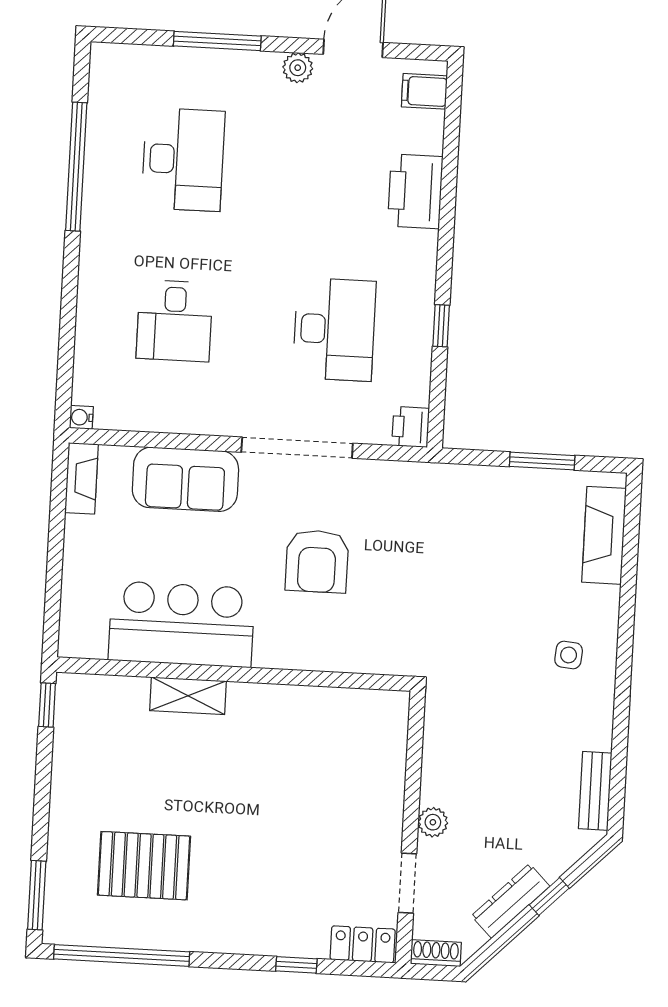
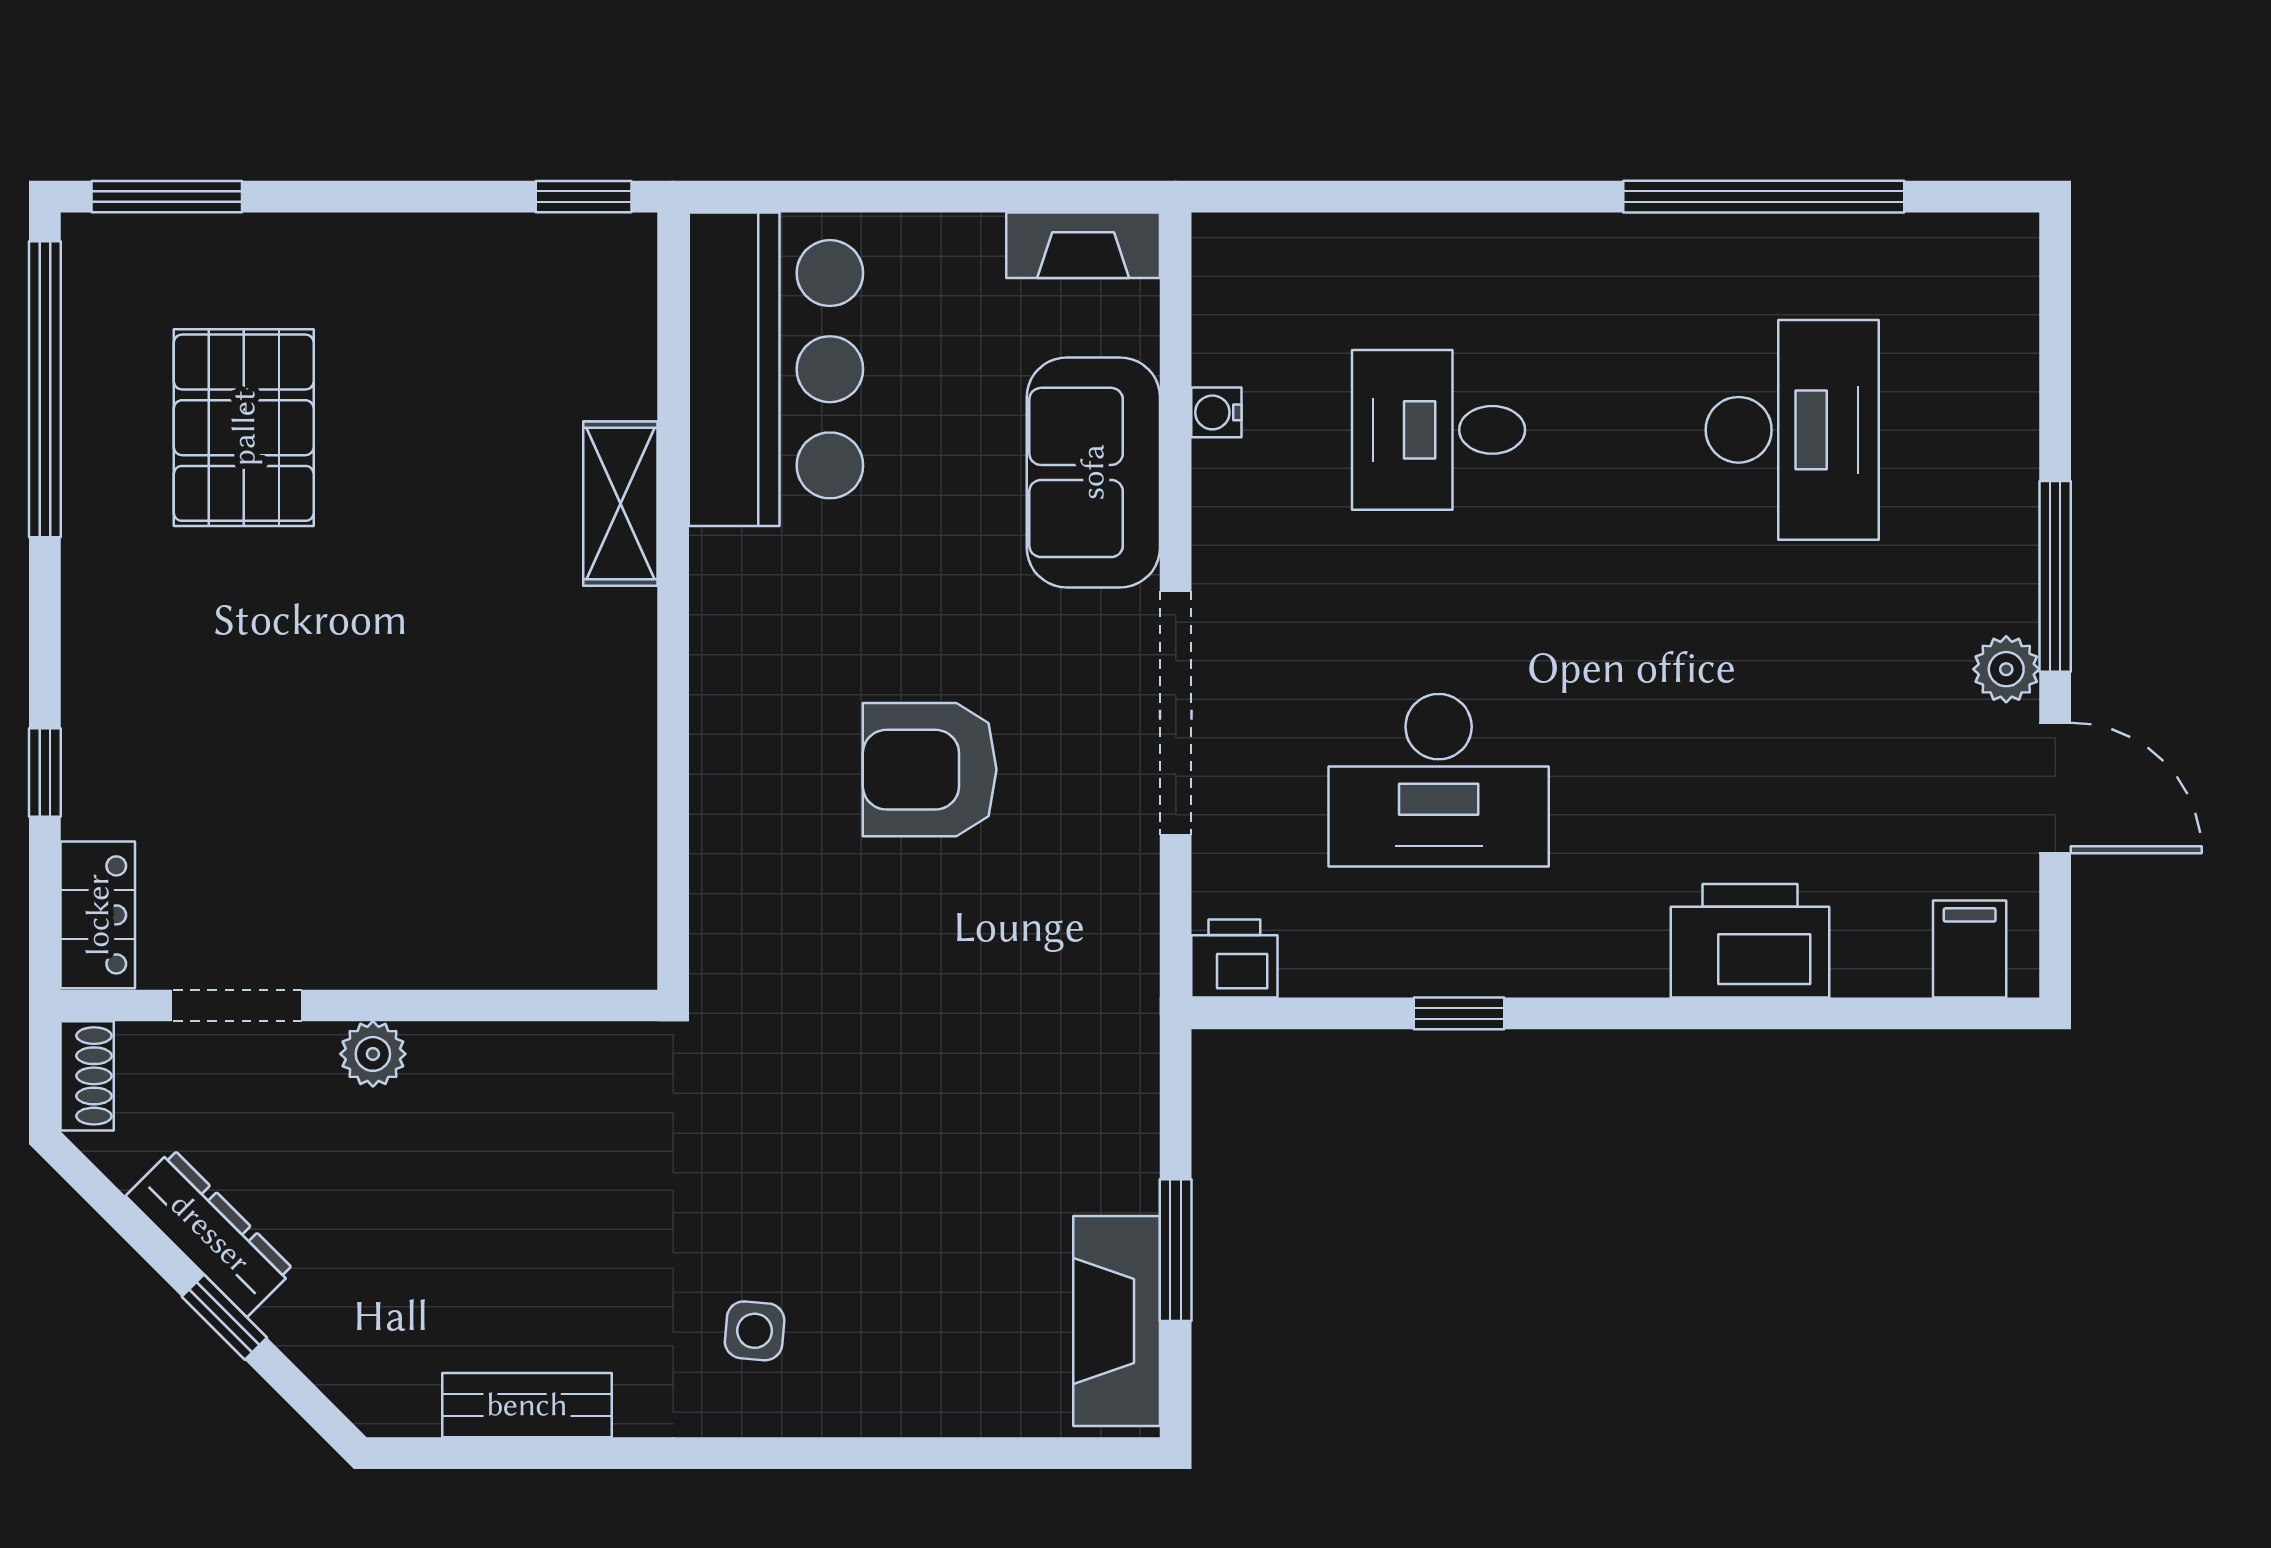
window: (217, 41) -> (2055, 576), moved
desk: (183, 159) -> (1792, 430), turned -90
water cooler: (81, 417) -> (1216, 412), moved, turned -90
fireplace: (604, 535) -> (1117, 1321), moved, turned -90
bar counter: (182, 624) -> (776, 369), moved
bench: (595, 791) -> (527, 1405), moved

